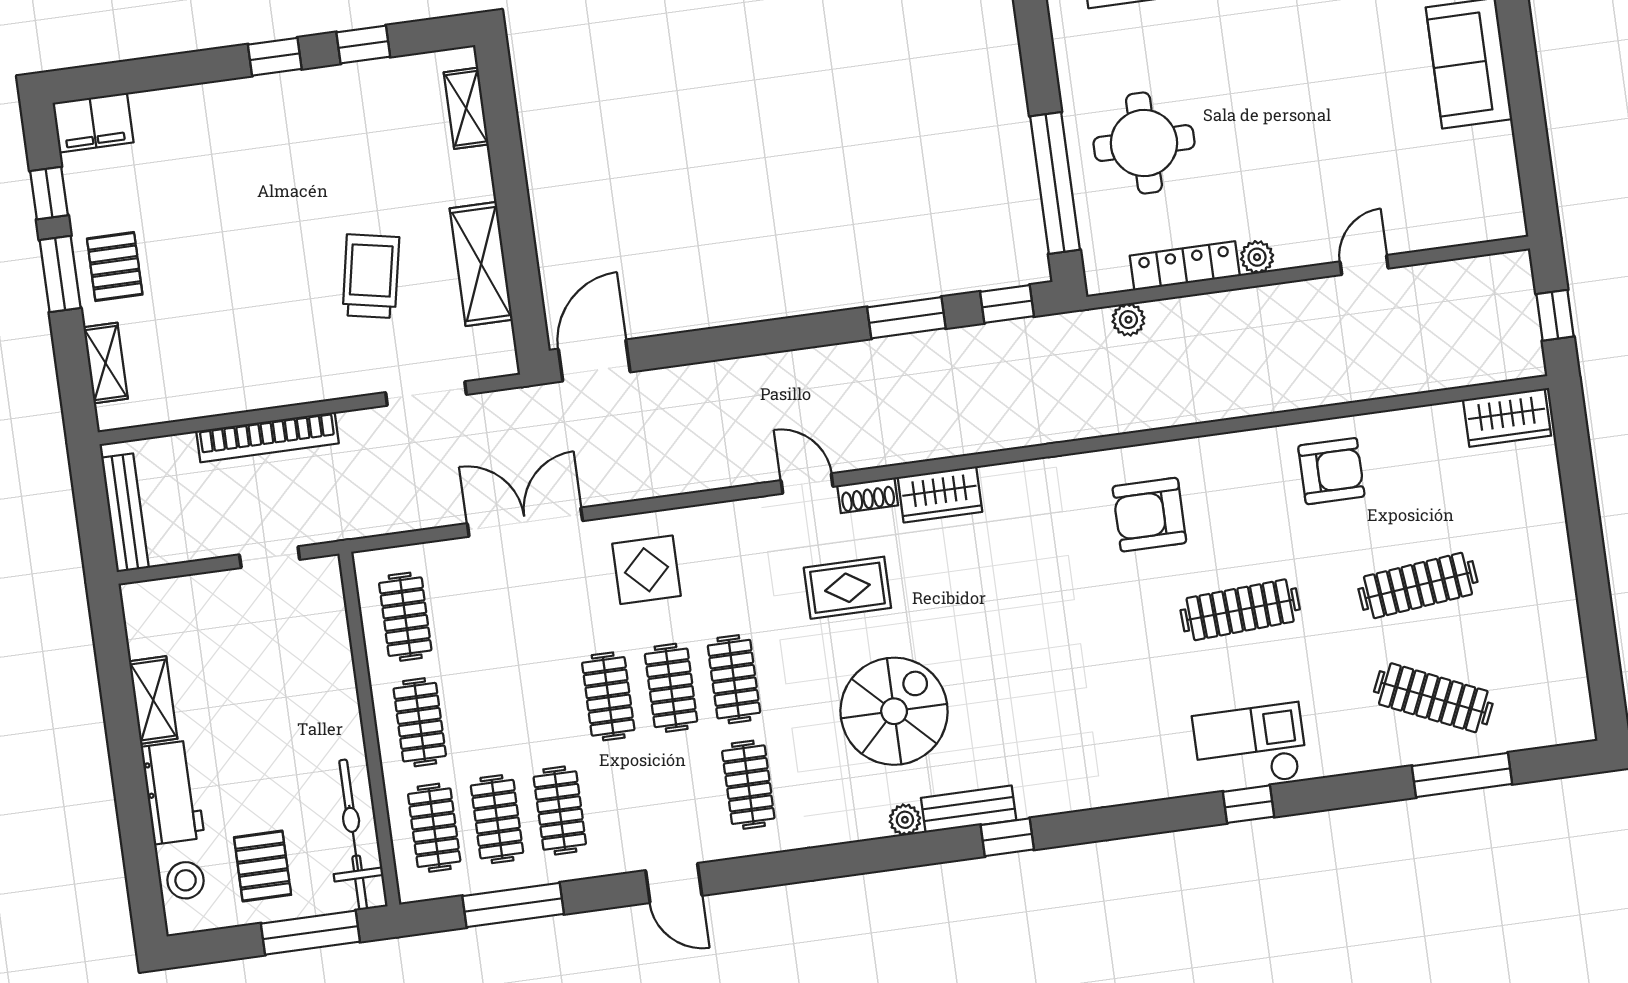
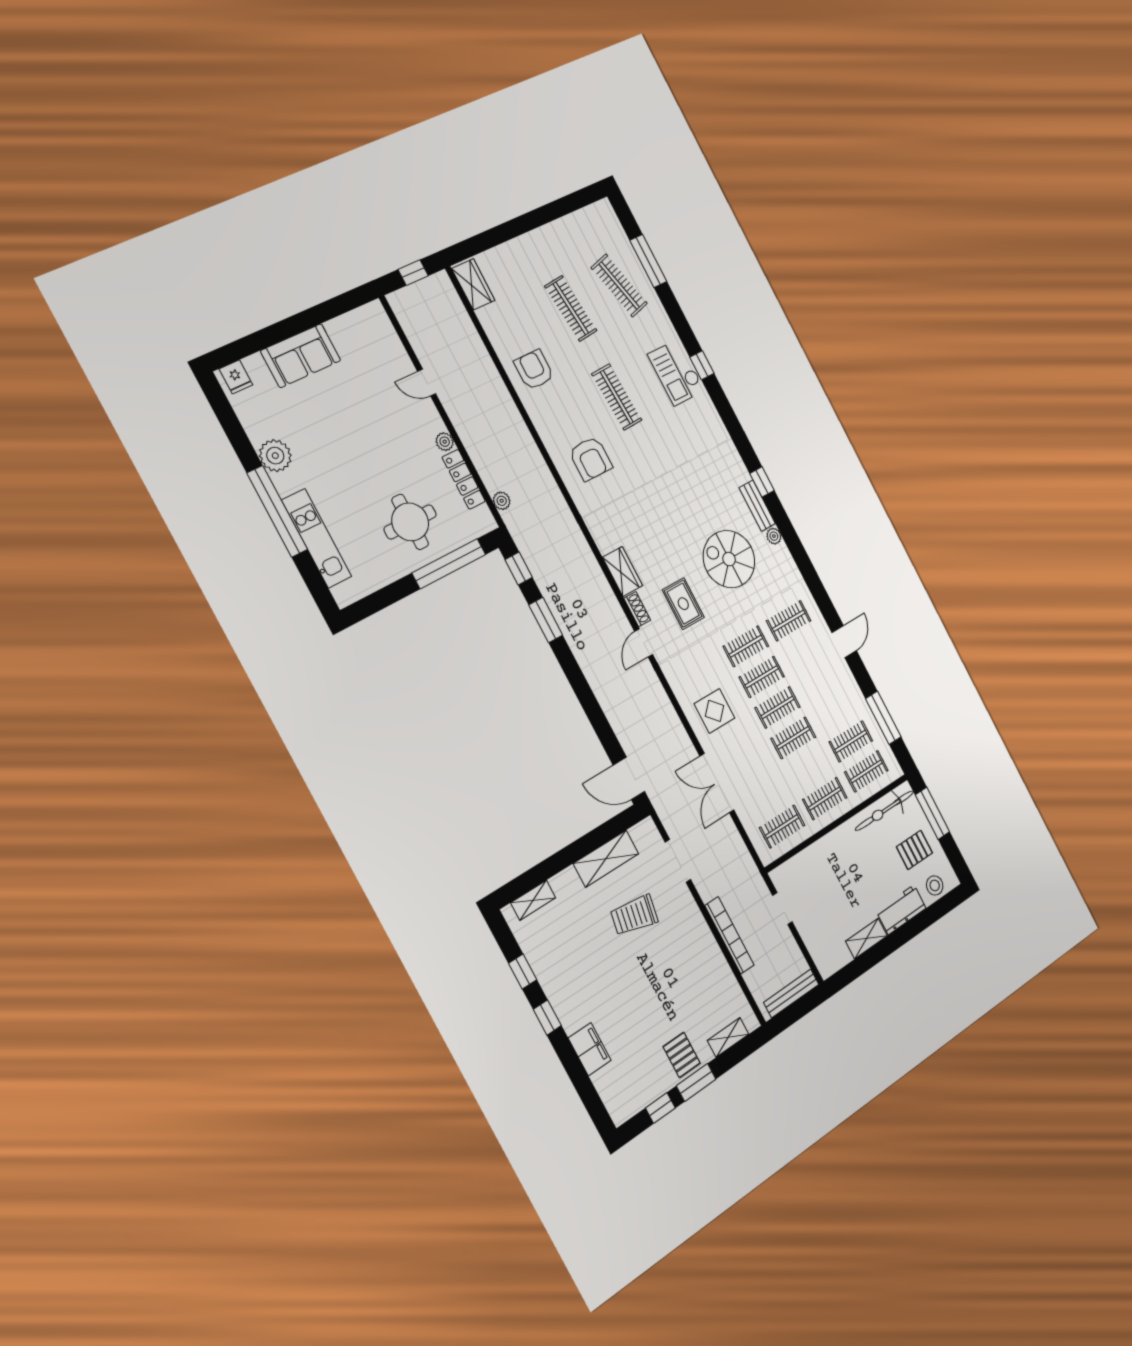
filing cabinet: (93, 123) -> (590, 1049), moved
pallet: (115, 267) -> (682, 1055), turned 90
clothes rail: (1433, 698) -> (619, 286), turned -39
clothes rail: (560, 811) -> (793, 738), moved

